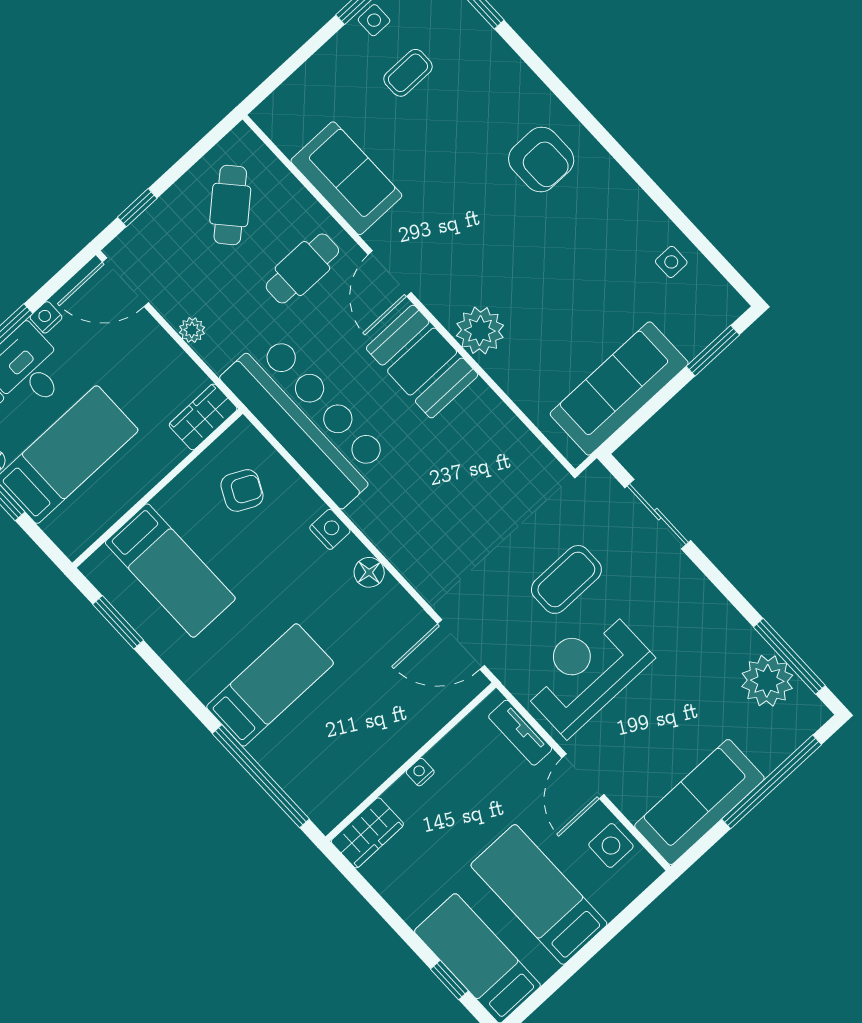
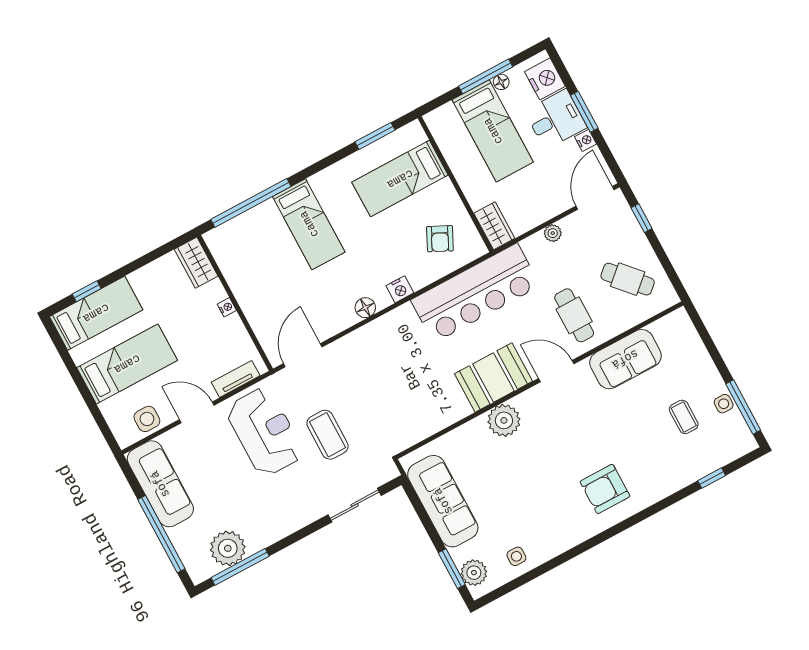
plant: (711, 317) -> (474, 573), added

